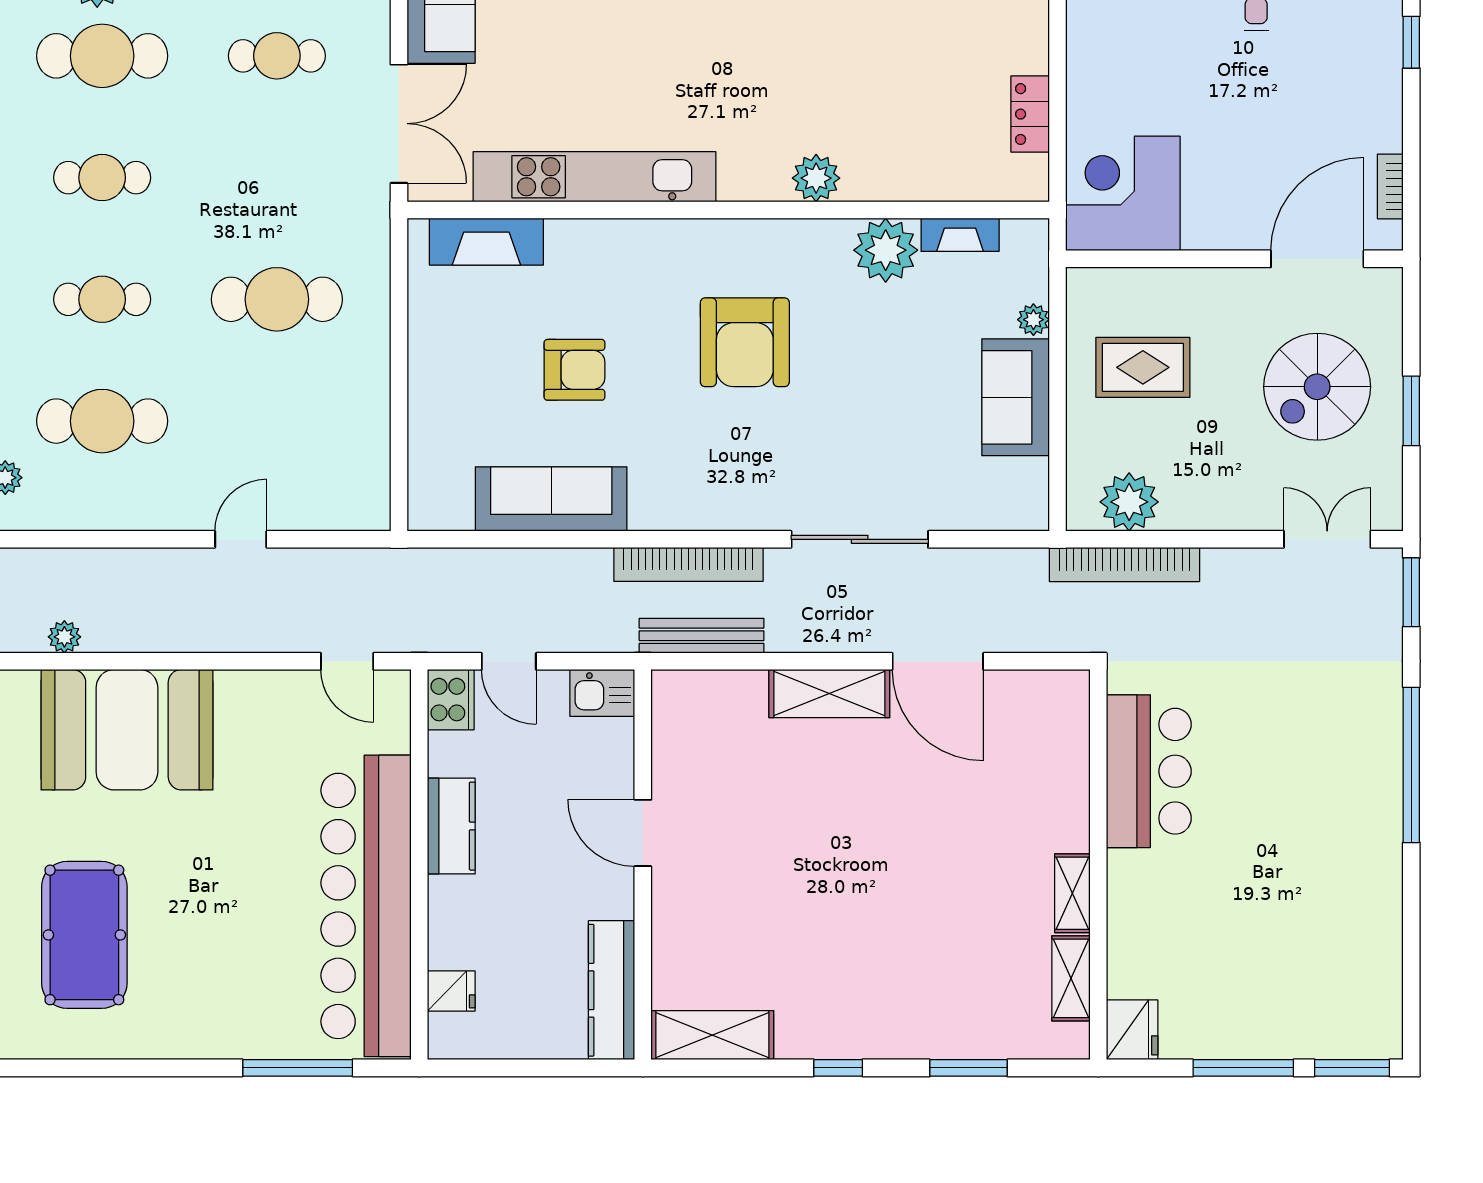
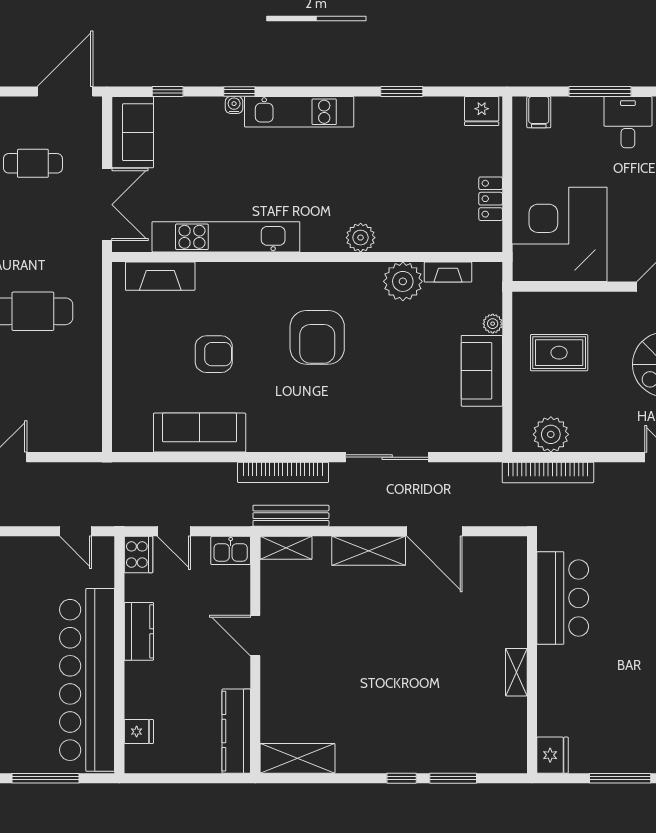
corner desk: (1123, 193) -> (559, 234), width x1.36, depth x1.36
shelving: (1071, 978) -> (286, 548), moved, turned 90
window: (838, 1068) -> (402, 778), moved

